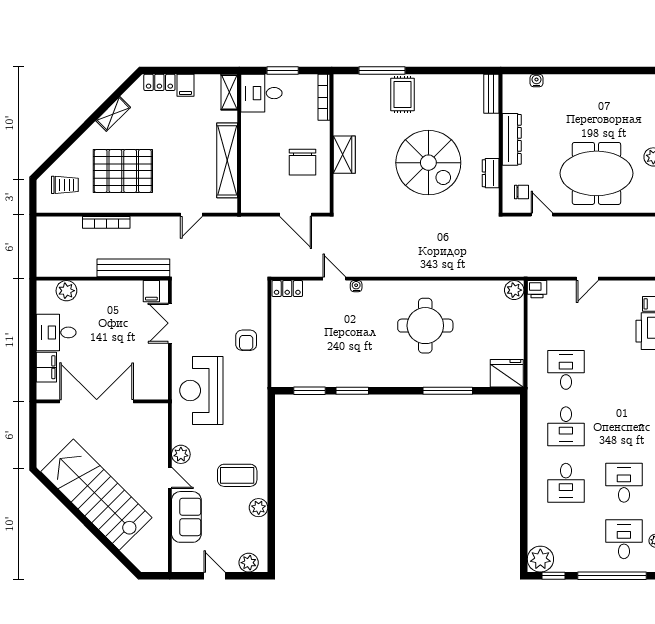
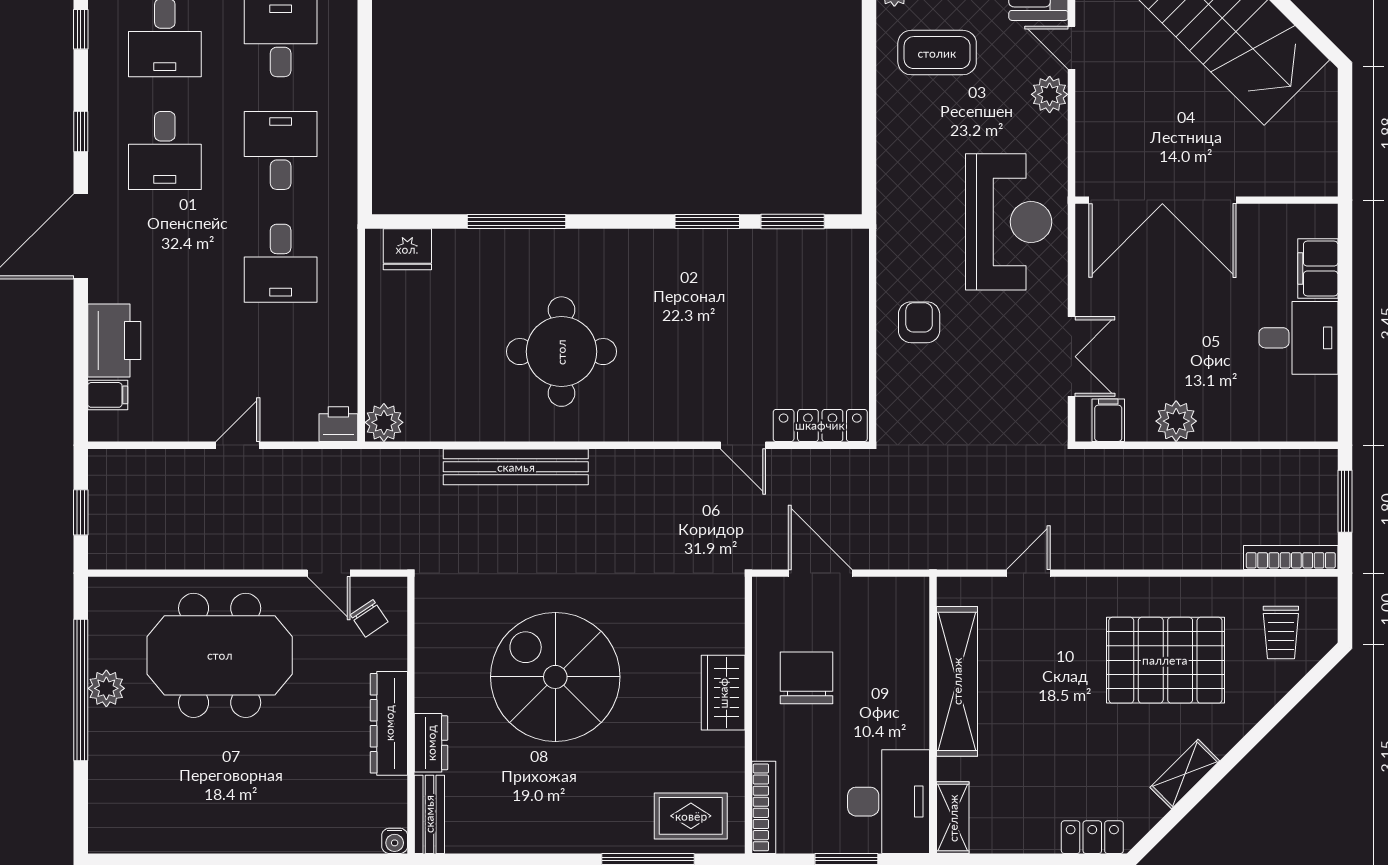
water cooler: (537, 81) -> (395, 841), moved
filing cabinet: (185, 85) -> (1040, 831), removed
desk: (261, 93) -> (889, 802), width x1.37
rug: (402, 95) -> (691, 816), moved, turned 90
dresser: (491, 173) -> (431, 743), moved
trolley: (65, 185) -> (1281, 632), turned -90
chair: (522, 192) -> (369, 618), turned -124
bookcase: (106, 222) -> (1291, 557), moved
window: (33, 251) -> (1345, 501), added
bench: (133, 268) -> (516, 467), moved
water cooler: (356, 286) -> (700, 430), removed
locker: (287, 289) -> (820, 425), width x1.53
plant: (66, 291) -> (1176, 421), moved
fridge: (507, 373) -> (407, 249), width x0.73, depth x0.75
double door: (97, 401) -> (1162, 200), moved
desk: (624, 426) -> (165, 150), added

